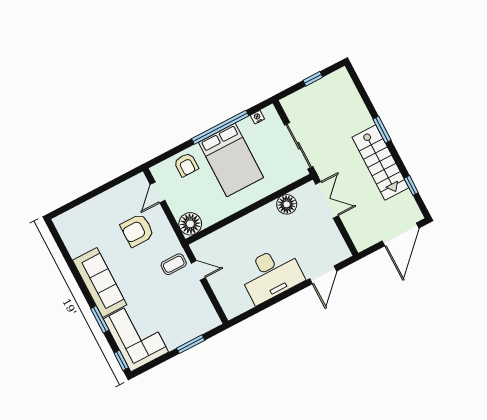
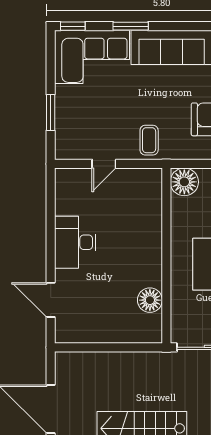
double door: (327, 200) -> (132, 347), removed
door: (198, 270) -> (104, 164), moved
desk: (271, 274) -> (75, 242), width x0.73, depth x0.77

